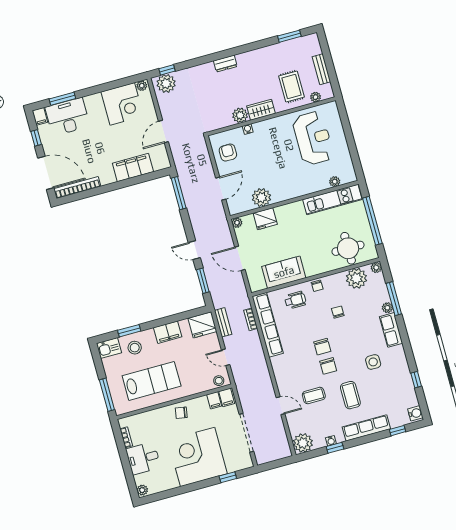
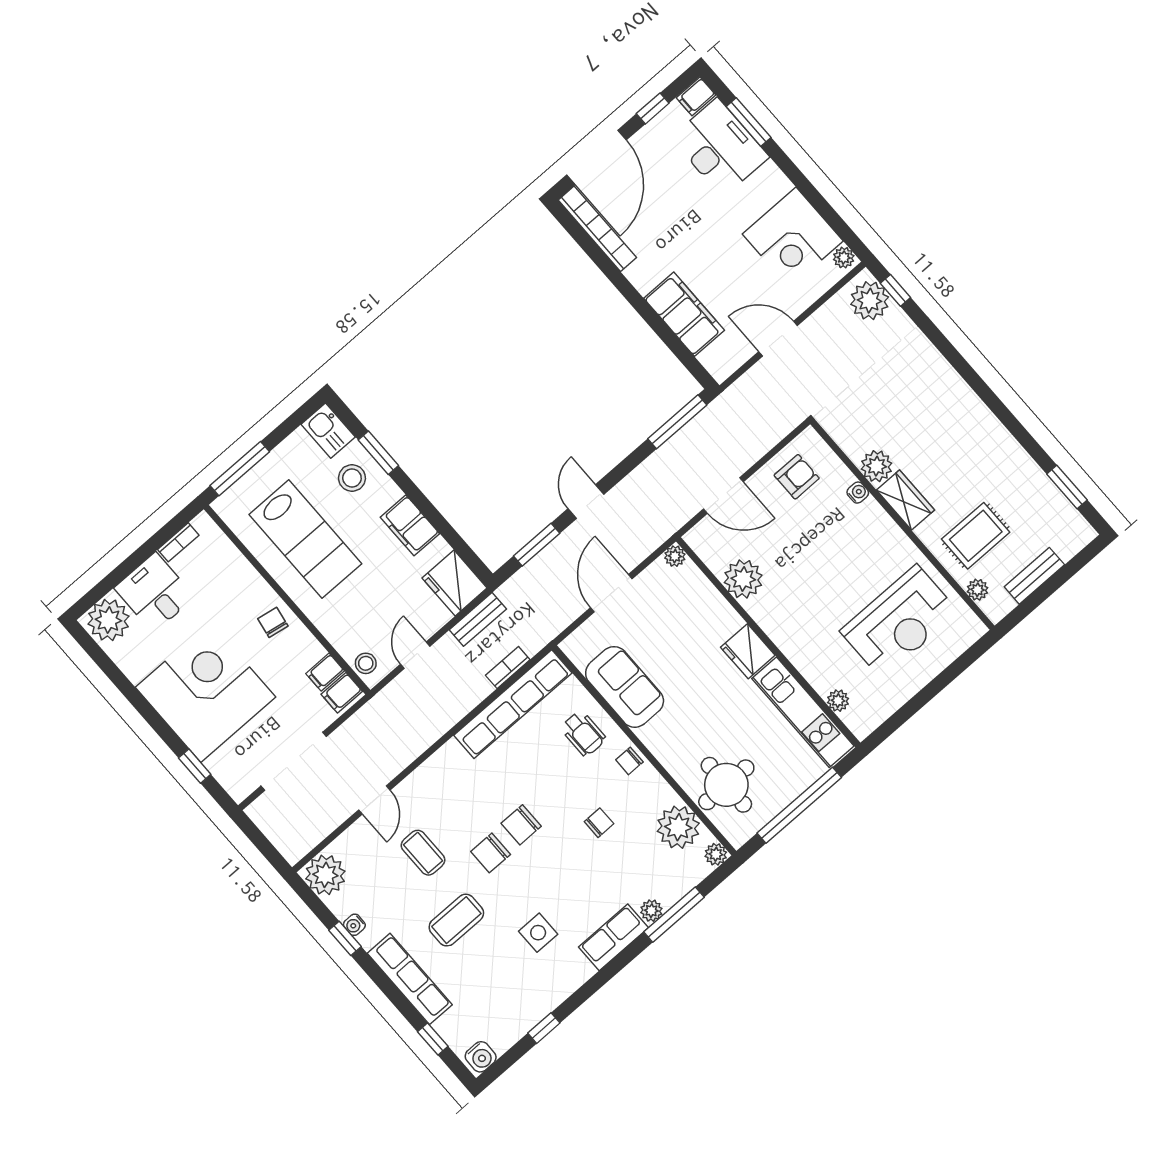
dresser: (225, 64) -> (959, 393), removed
fridge: (265, 219) -> (748, 651), moved
plant: (142, 490) -> (109, 620), width x1.87, depth x1.87

